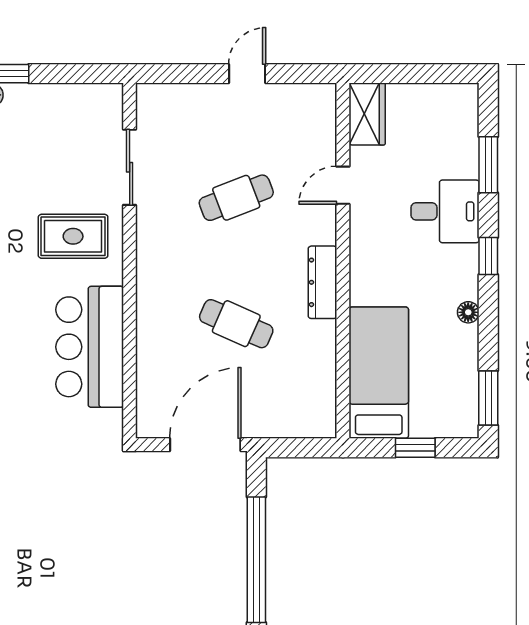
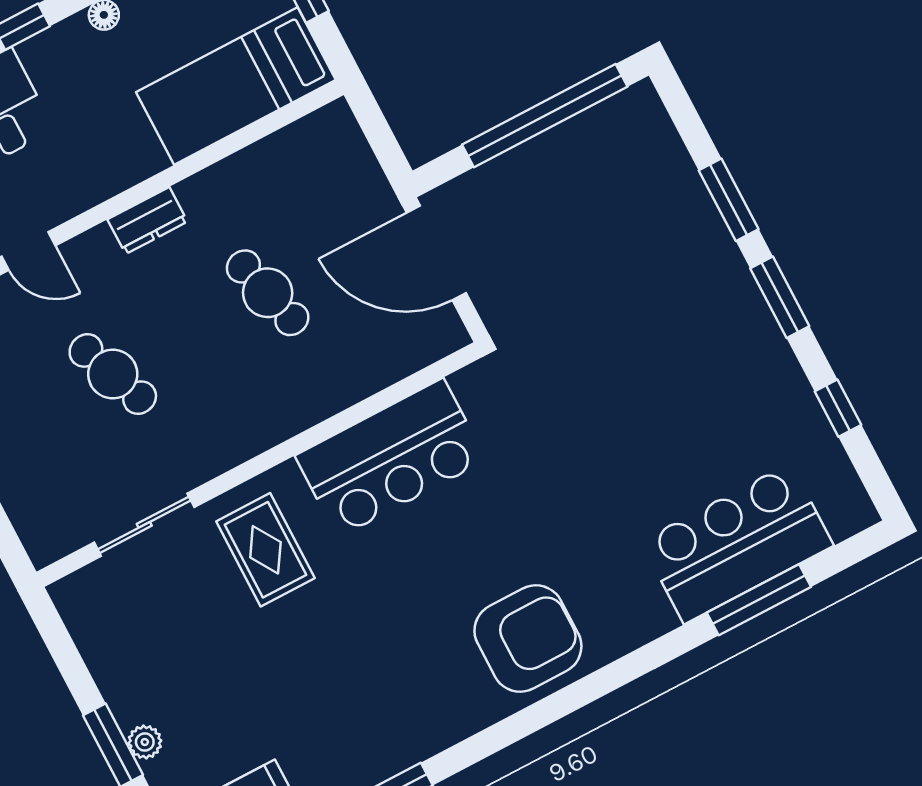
dresser: (323, 282) -> (147, 221), width x0.70
cafe table: (236, 324) -> (268, 293), turned -39

